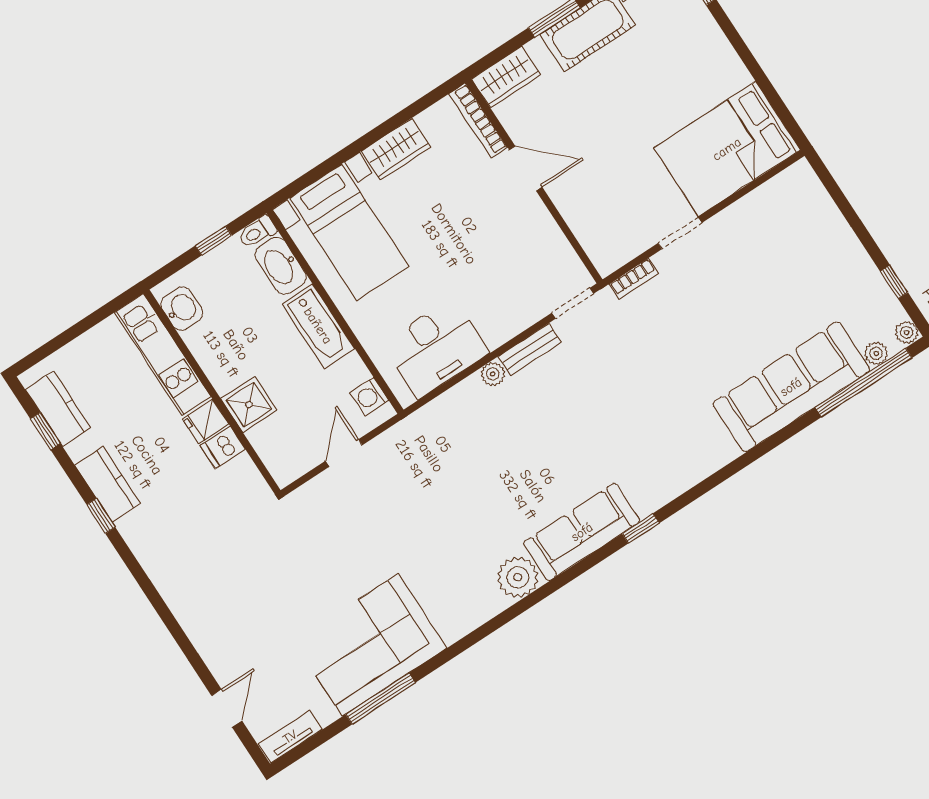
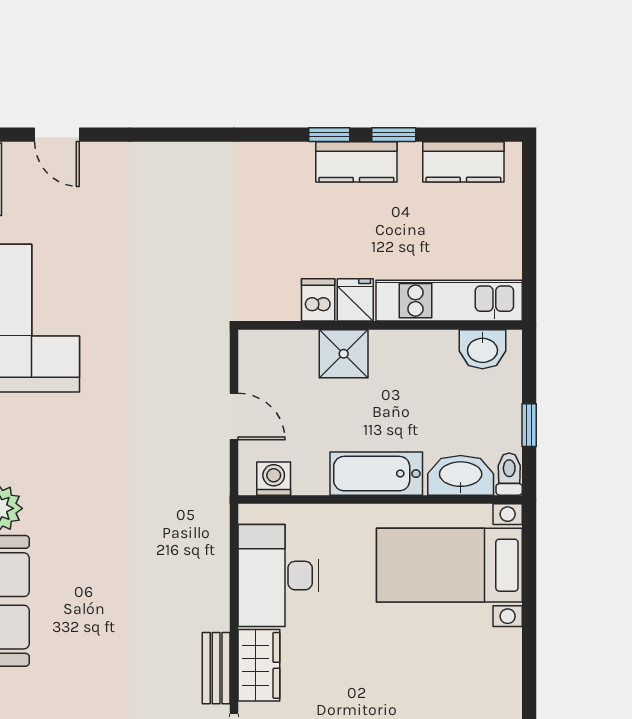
wardrobe: (396, 149) -> (259, 665), moved, turned 180
plant: (493, 374) -> (216, 615), removed
window: (45, 431) -> (394, 135), moved

